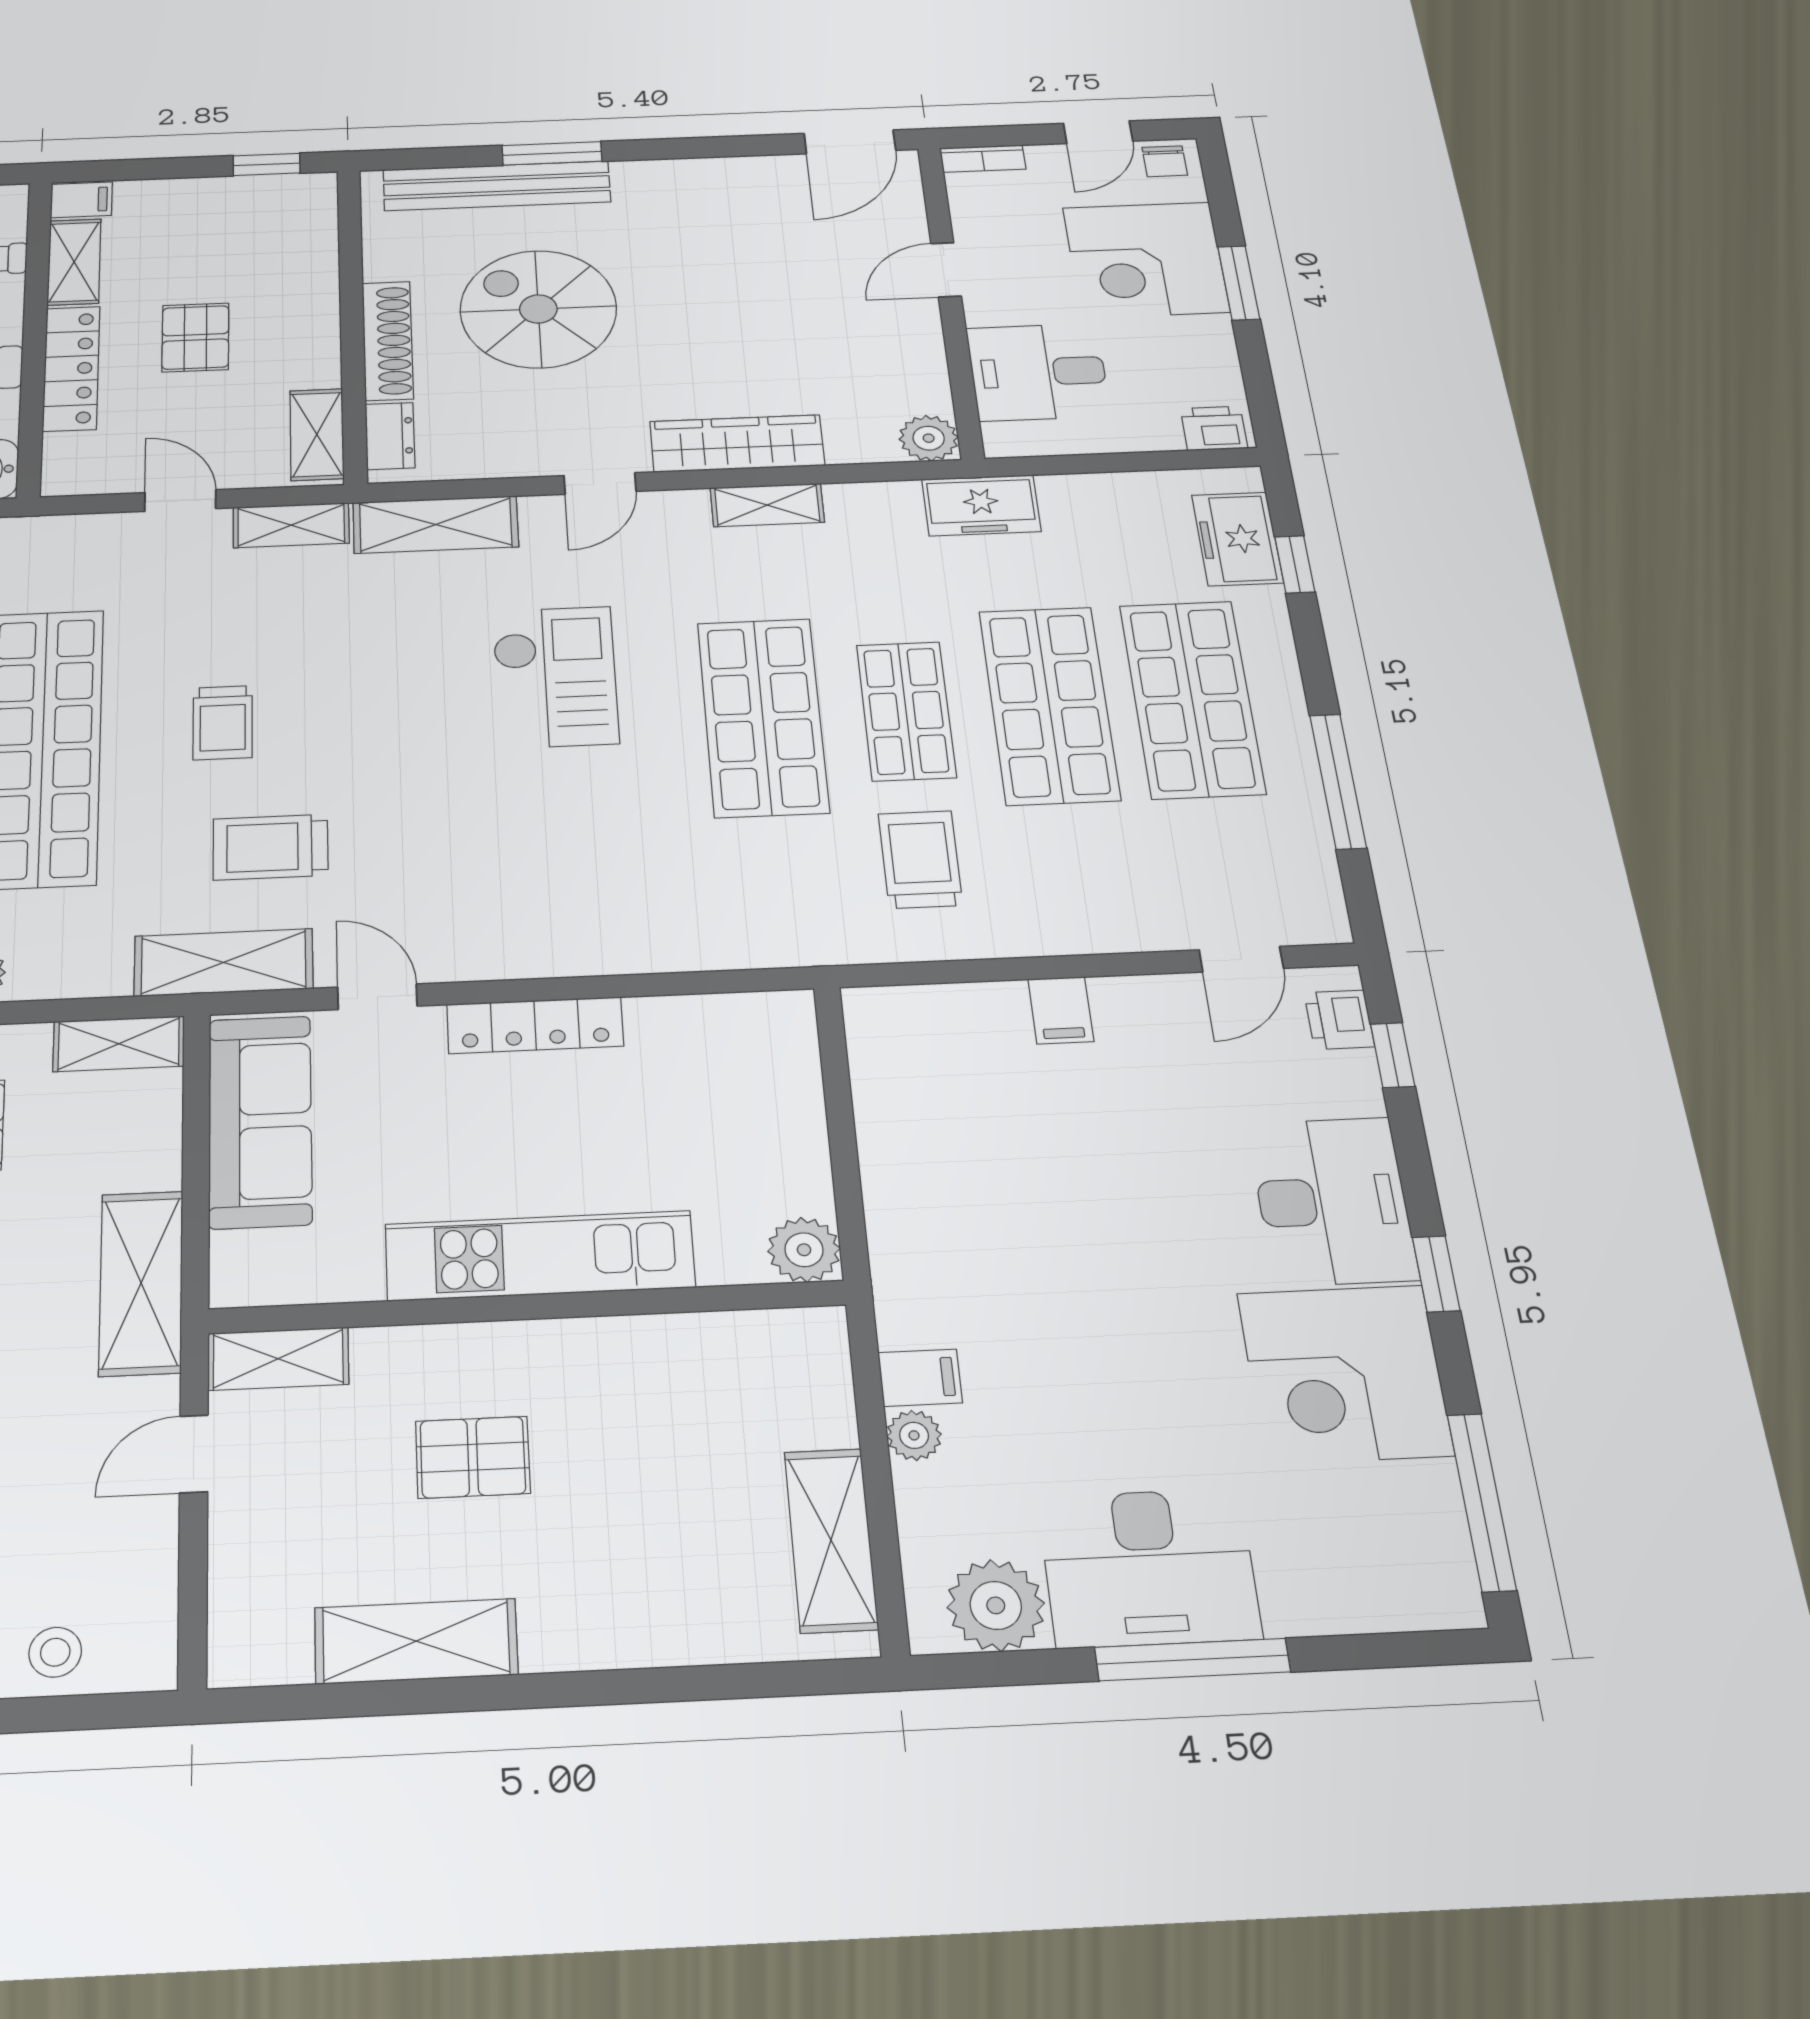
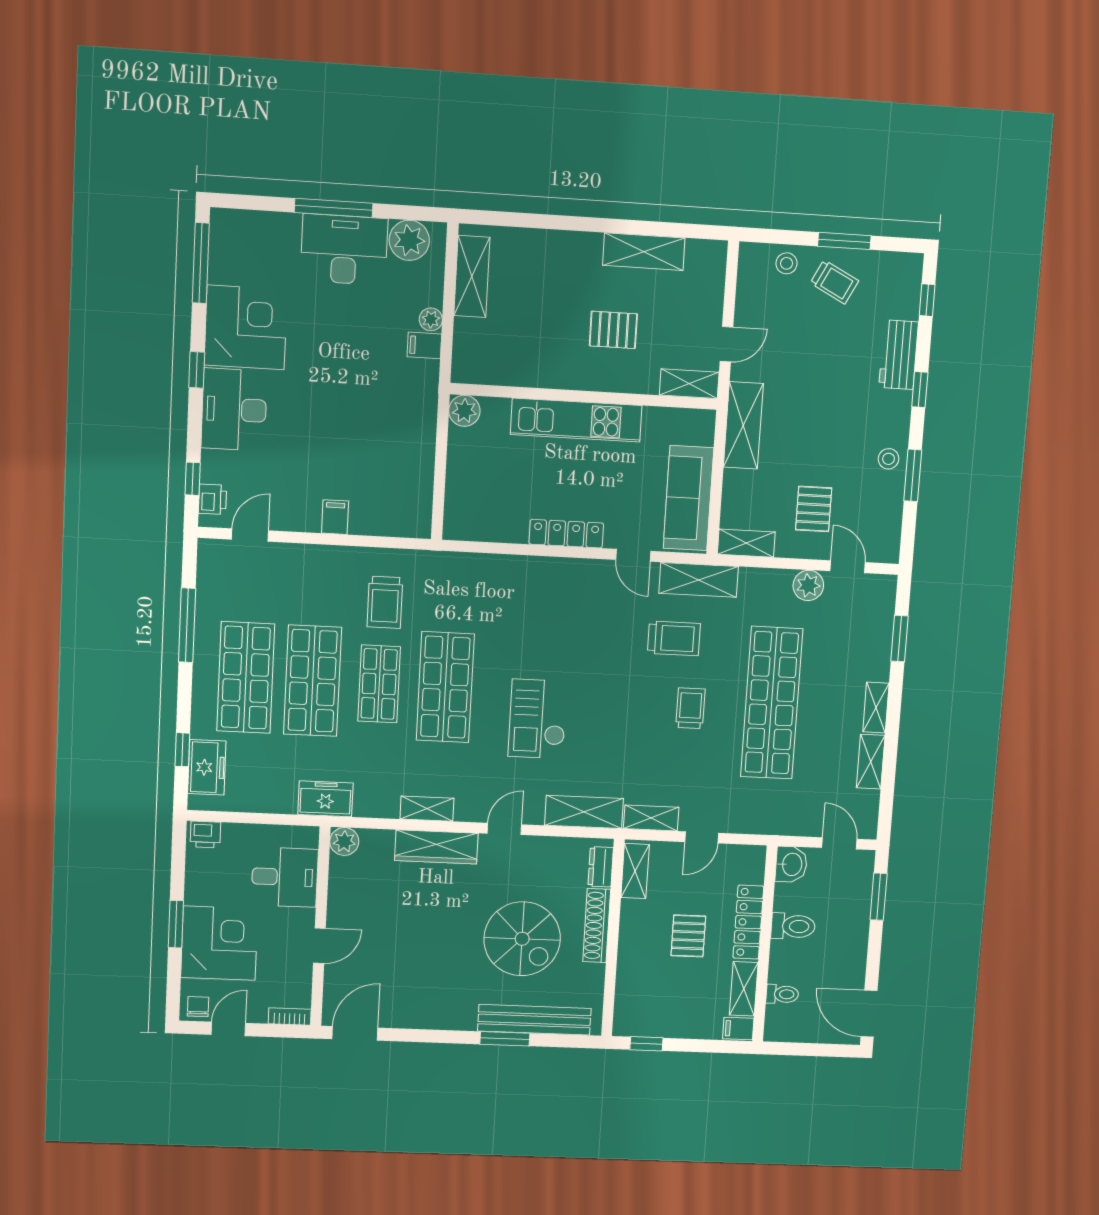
door: (180, 501) -> (702, 837), hinge flipped

